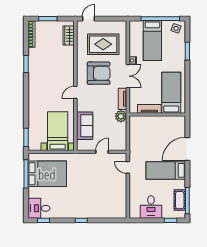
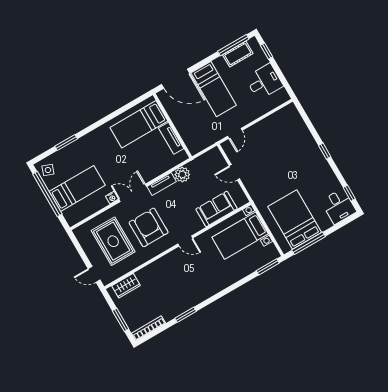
bed: (171, 93) -> (139, 124), moved
tv unit: (149, 109) -> (171, 138), moved
wall: (157, 114) -> (172, 126), moved

